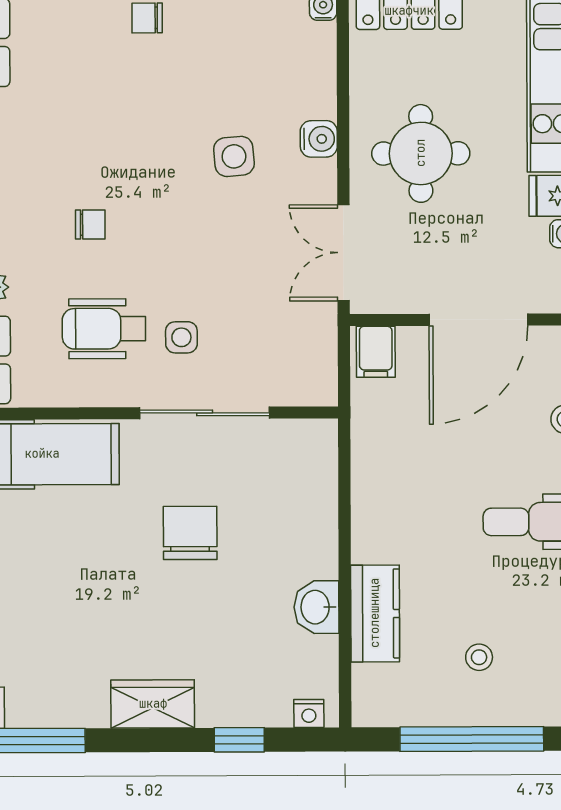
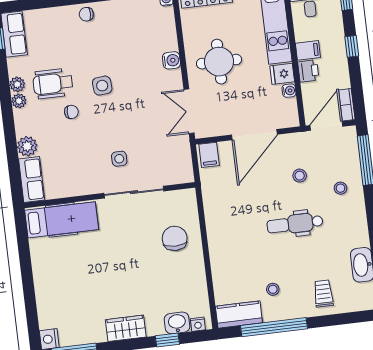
side table: (234, 156) -> (102, 86), moved
wheelchair: (104, 329) -> (53, 84), moved
chair: (190, 533) -> (175, 238), moved
washbasin: (316, 607) -> (177, 323), moved, turned 90
kitchen counter: (375, 613) -> (239, 315), moved, turned -90

